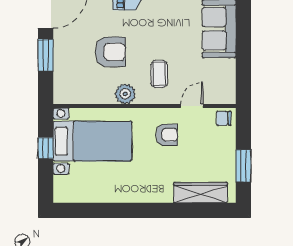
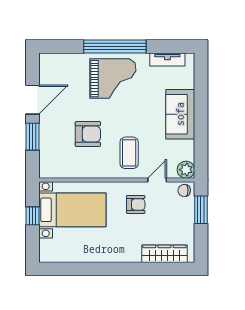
coffee table: (159, 74) -> (129, 153), width x1.36, depth x1.30
plant: (125, 94) -> (186, 170), moved
window: (243, 166) -> (201, 210), moved

